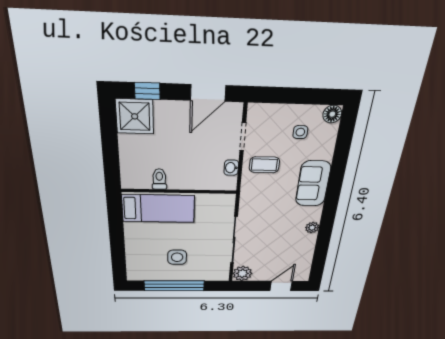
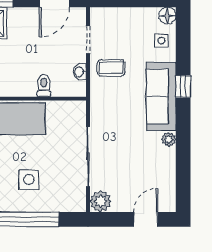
side table: (300, 132) -> (161, 41), moved
toilet: (159, 179) -> (44, 86), moved
window: (335, 183) -> (183, 86), added
sofa: (313, 184) -> (161, 97), width x1.36

